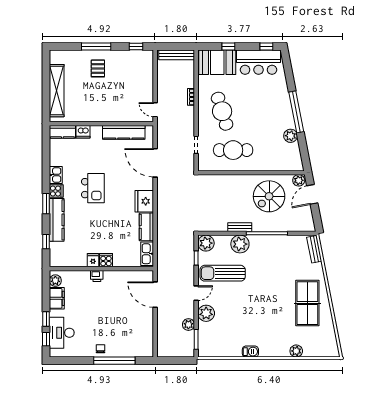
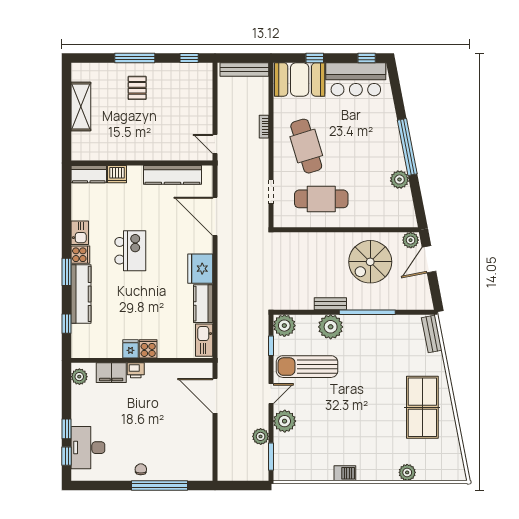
shelving: (57, 91) -> (81, 107), width x0.68
filing cabinet: (57, 298) -> (111, 373), moved, turned 90

